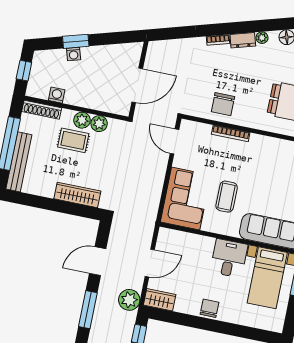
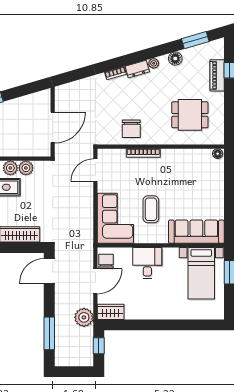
door: (174, 142) -> (95, 170), hinge flipped
desk: (229, 258) -> (147, 263), moved
door: (98, 261) -> (49, 271), moved
chair: (209, 308) -> (106, 261), moved

